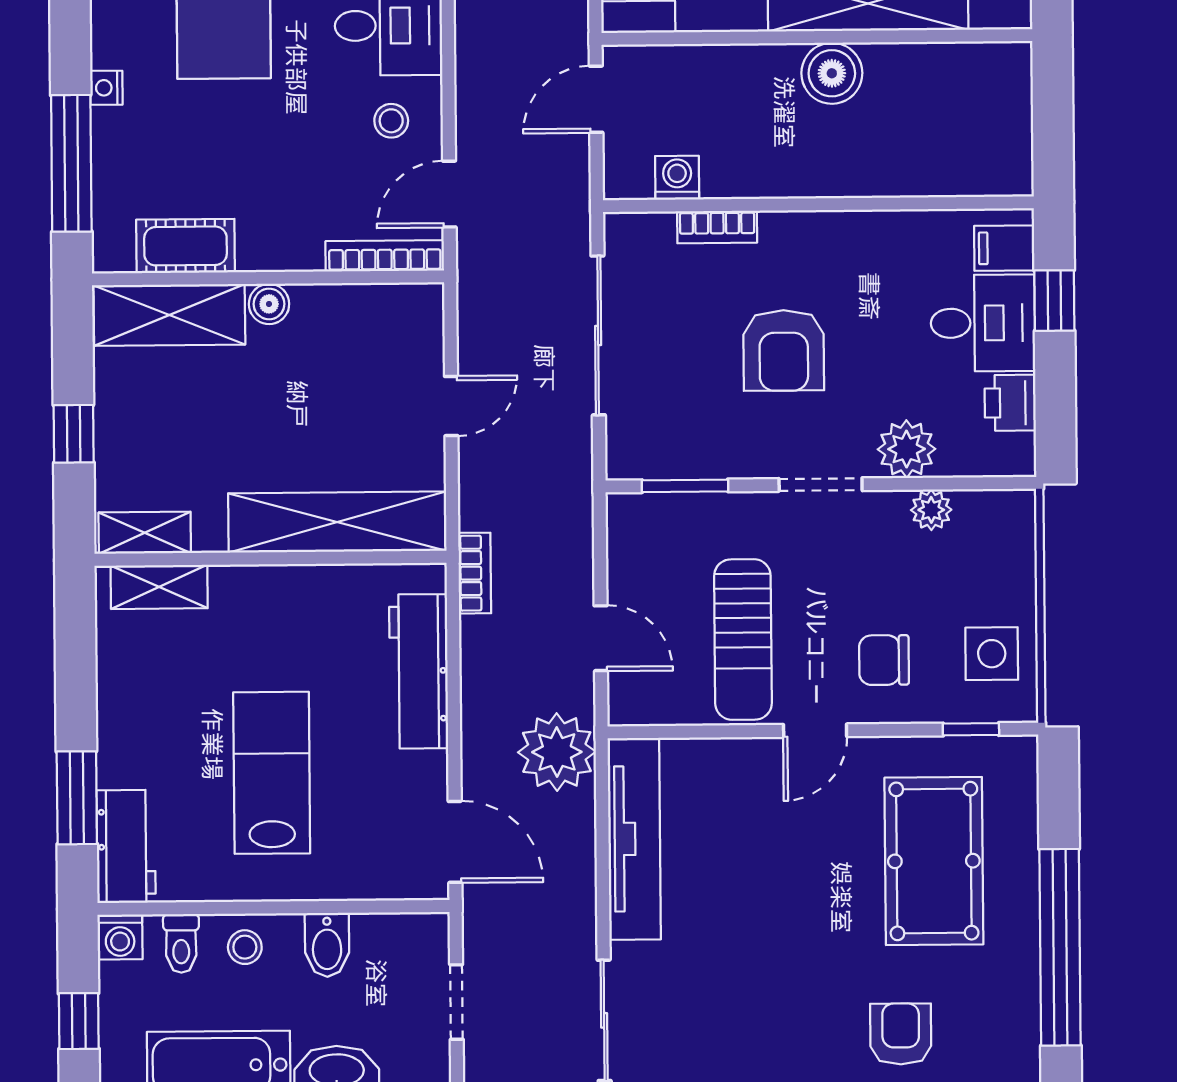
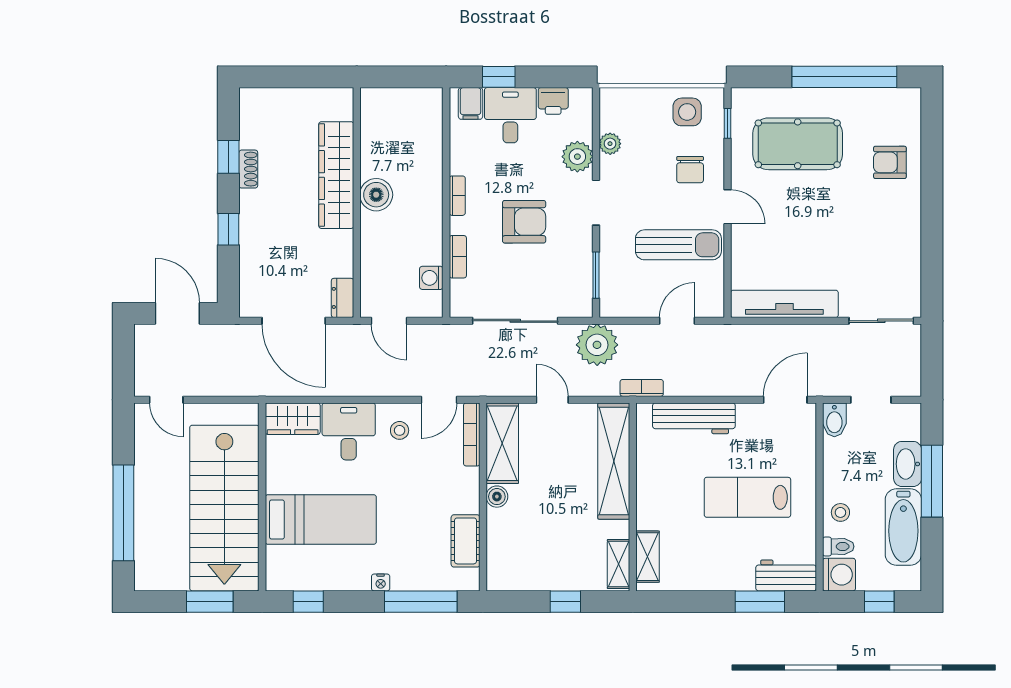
door: (449, 194) -> (439, 400), hinge flipped
bookcase: (831, 225) -> (457, 196), added
shelving: (169, 315) -> (502, 443), moved
plant: (557, 752) -> (597, 345), moved
washing machine: (120, 937) -> (839, 575), width x1.38, depth x1.38
bidet: (327, 945) -> (834, 420), moved, turned 90

